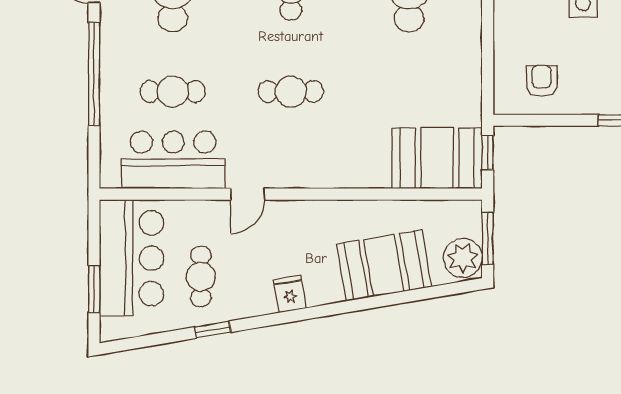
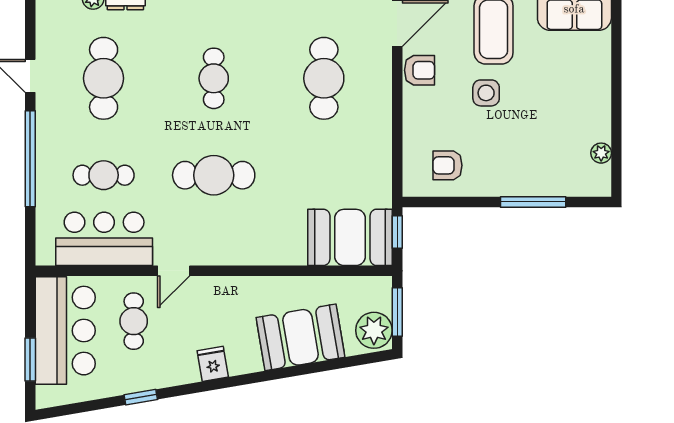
armchair: (542, 81) -> (448, 165), turned -90
cafe table: (291, 92) -> (214, 175), width x1.37, depth x1.35
cafe table: (201, 277) -> (134, 321), moved

